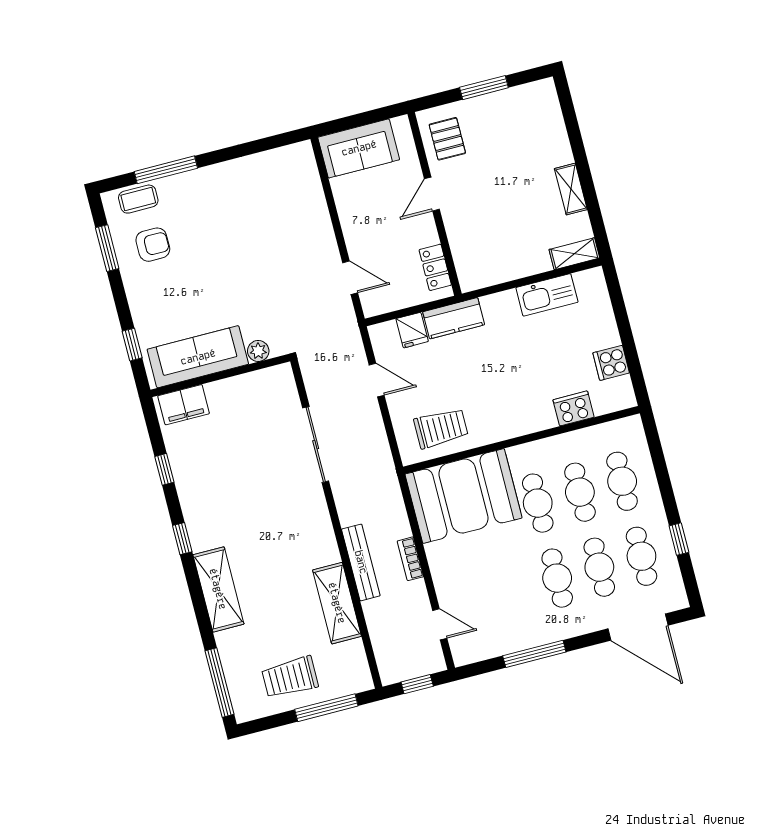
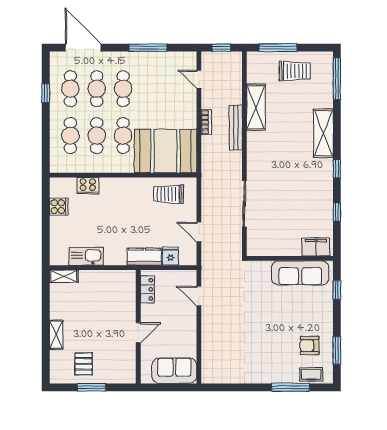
pallet: (447, 139) -> (84, 364), moved
shelving: (571, 189) -> (56, 335), moved
plant: (258, 351) -> (264, 267), removed

